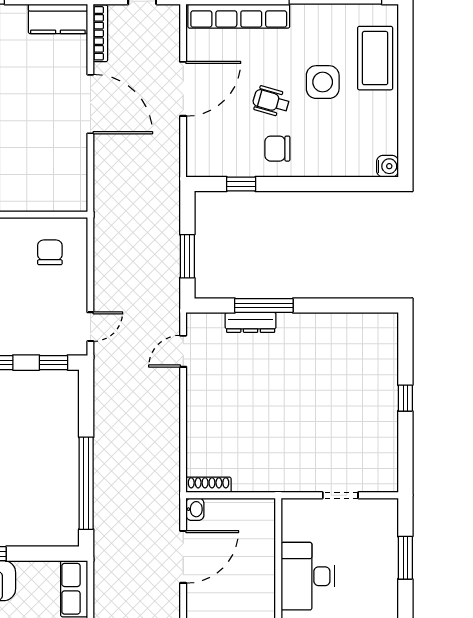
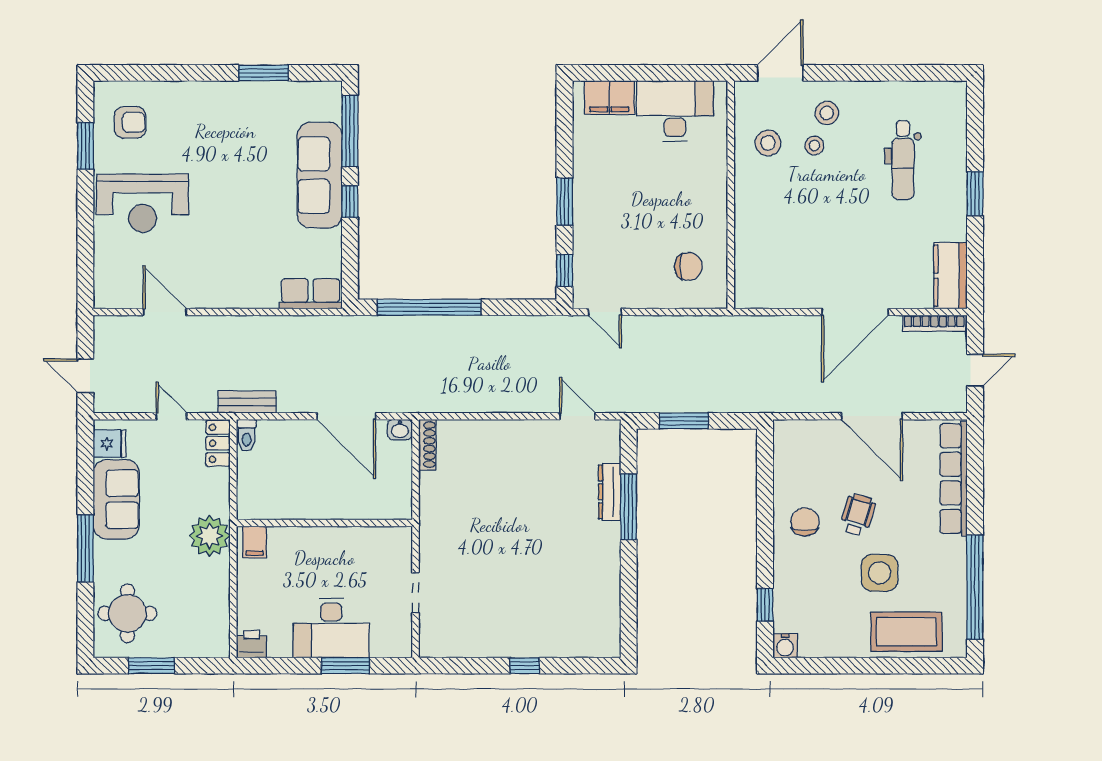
window: (241, 184) -> (765, 605), moved
desk: (308, 576) -> (331, 628), moved, turned 180

